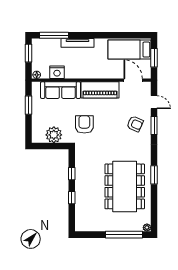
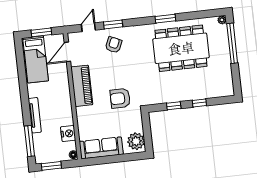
sofa: (61, 90) -> (101, 148), moved, turned -90
window: (29, 105) -> (106, 160), removed
plant: (54, 135) -> (136, 141), moved

